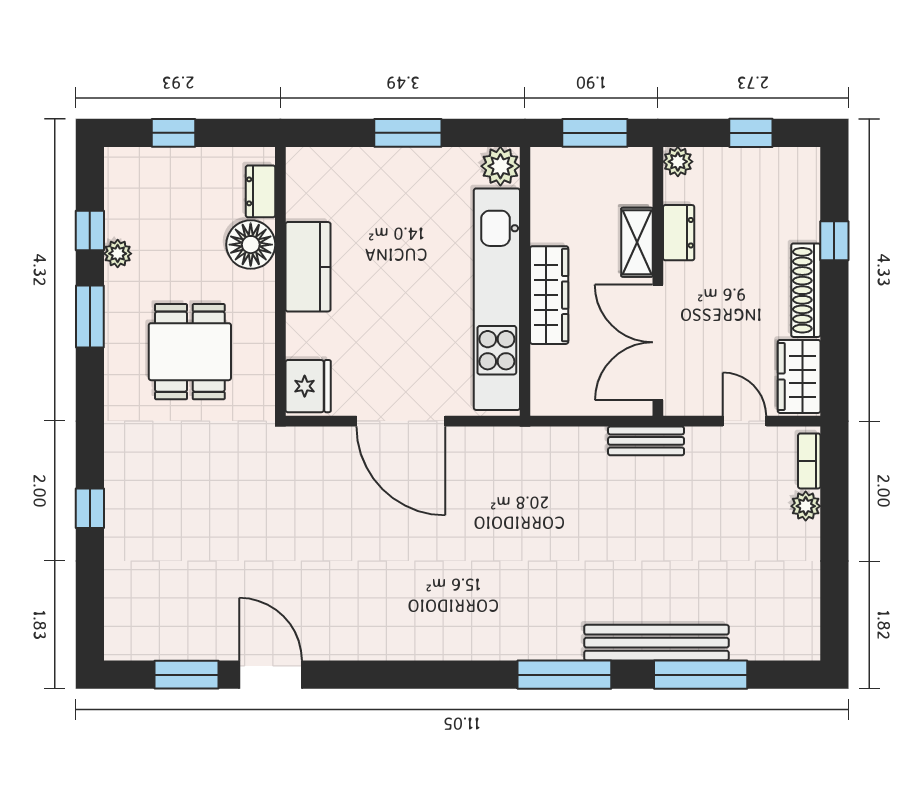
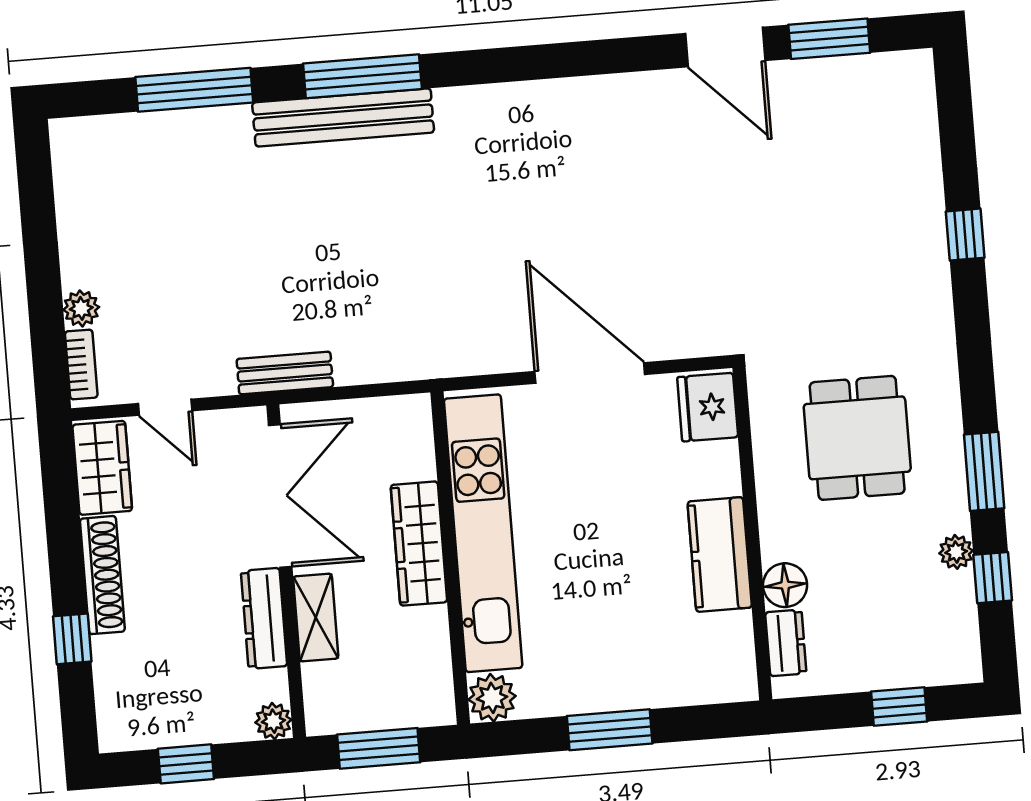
dresser: (679, 233) -> (264, 618), width x1.44
floor lamp: (251, 245) -> (785, 585), width x0.73, depth x0.73
bench: (657, 643) -> (343, 118), moved

